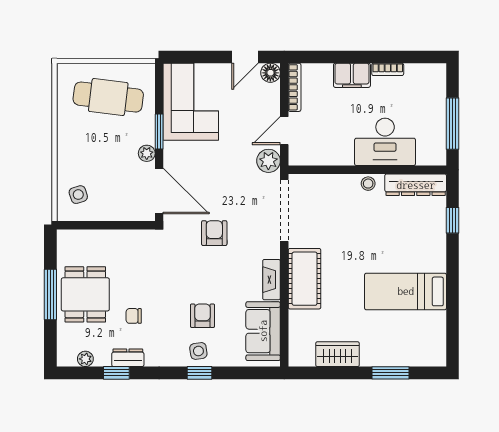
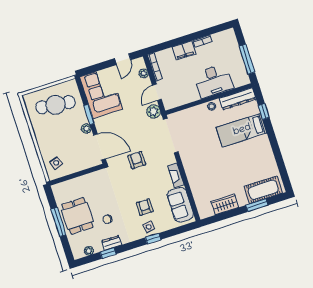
floor lamp: (270, 73) -> (139, 63), removed
plant: (272, 92) -> (144, 73), added
cot: (305, 279) -> (263, 190), moved, turned 90
bed: (406, 291) -> (242, 130), moved

